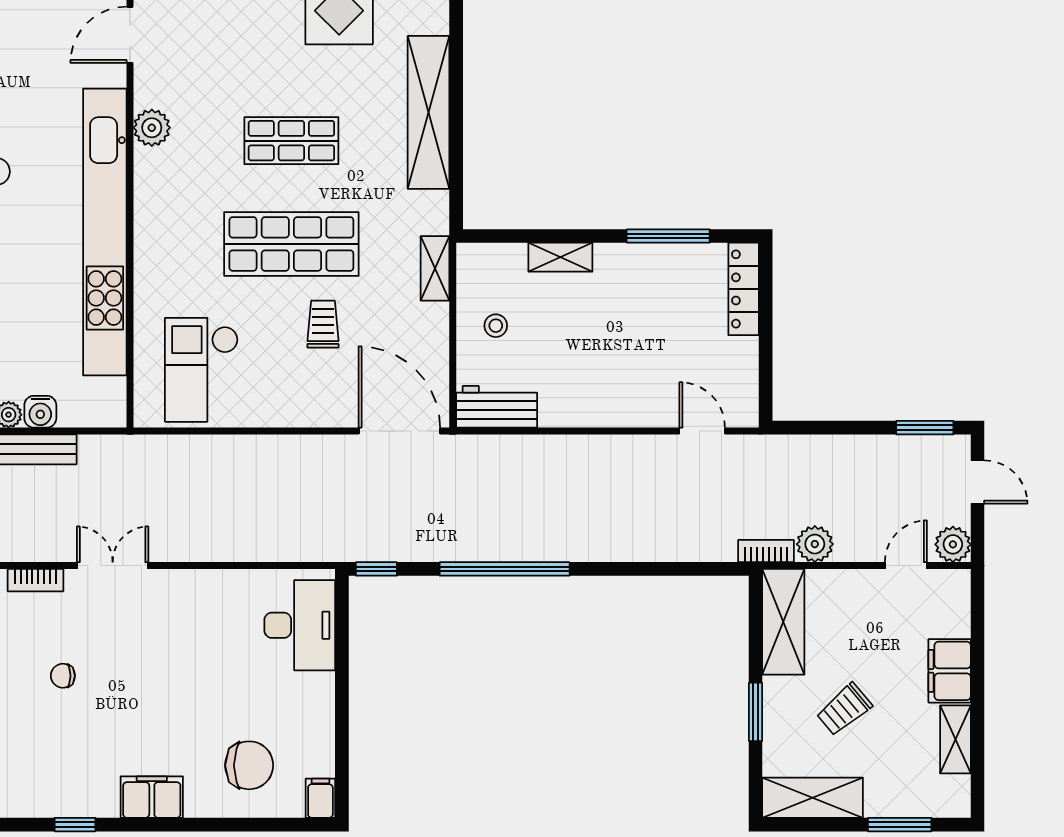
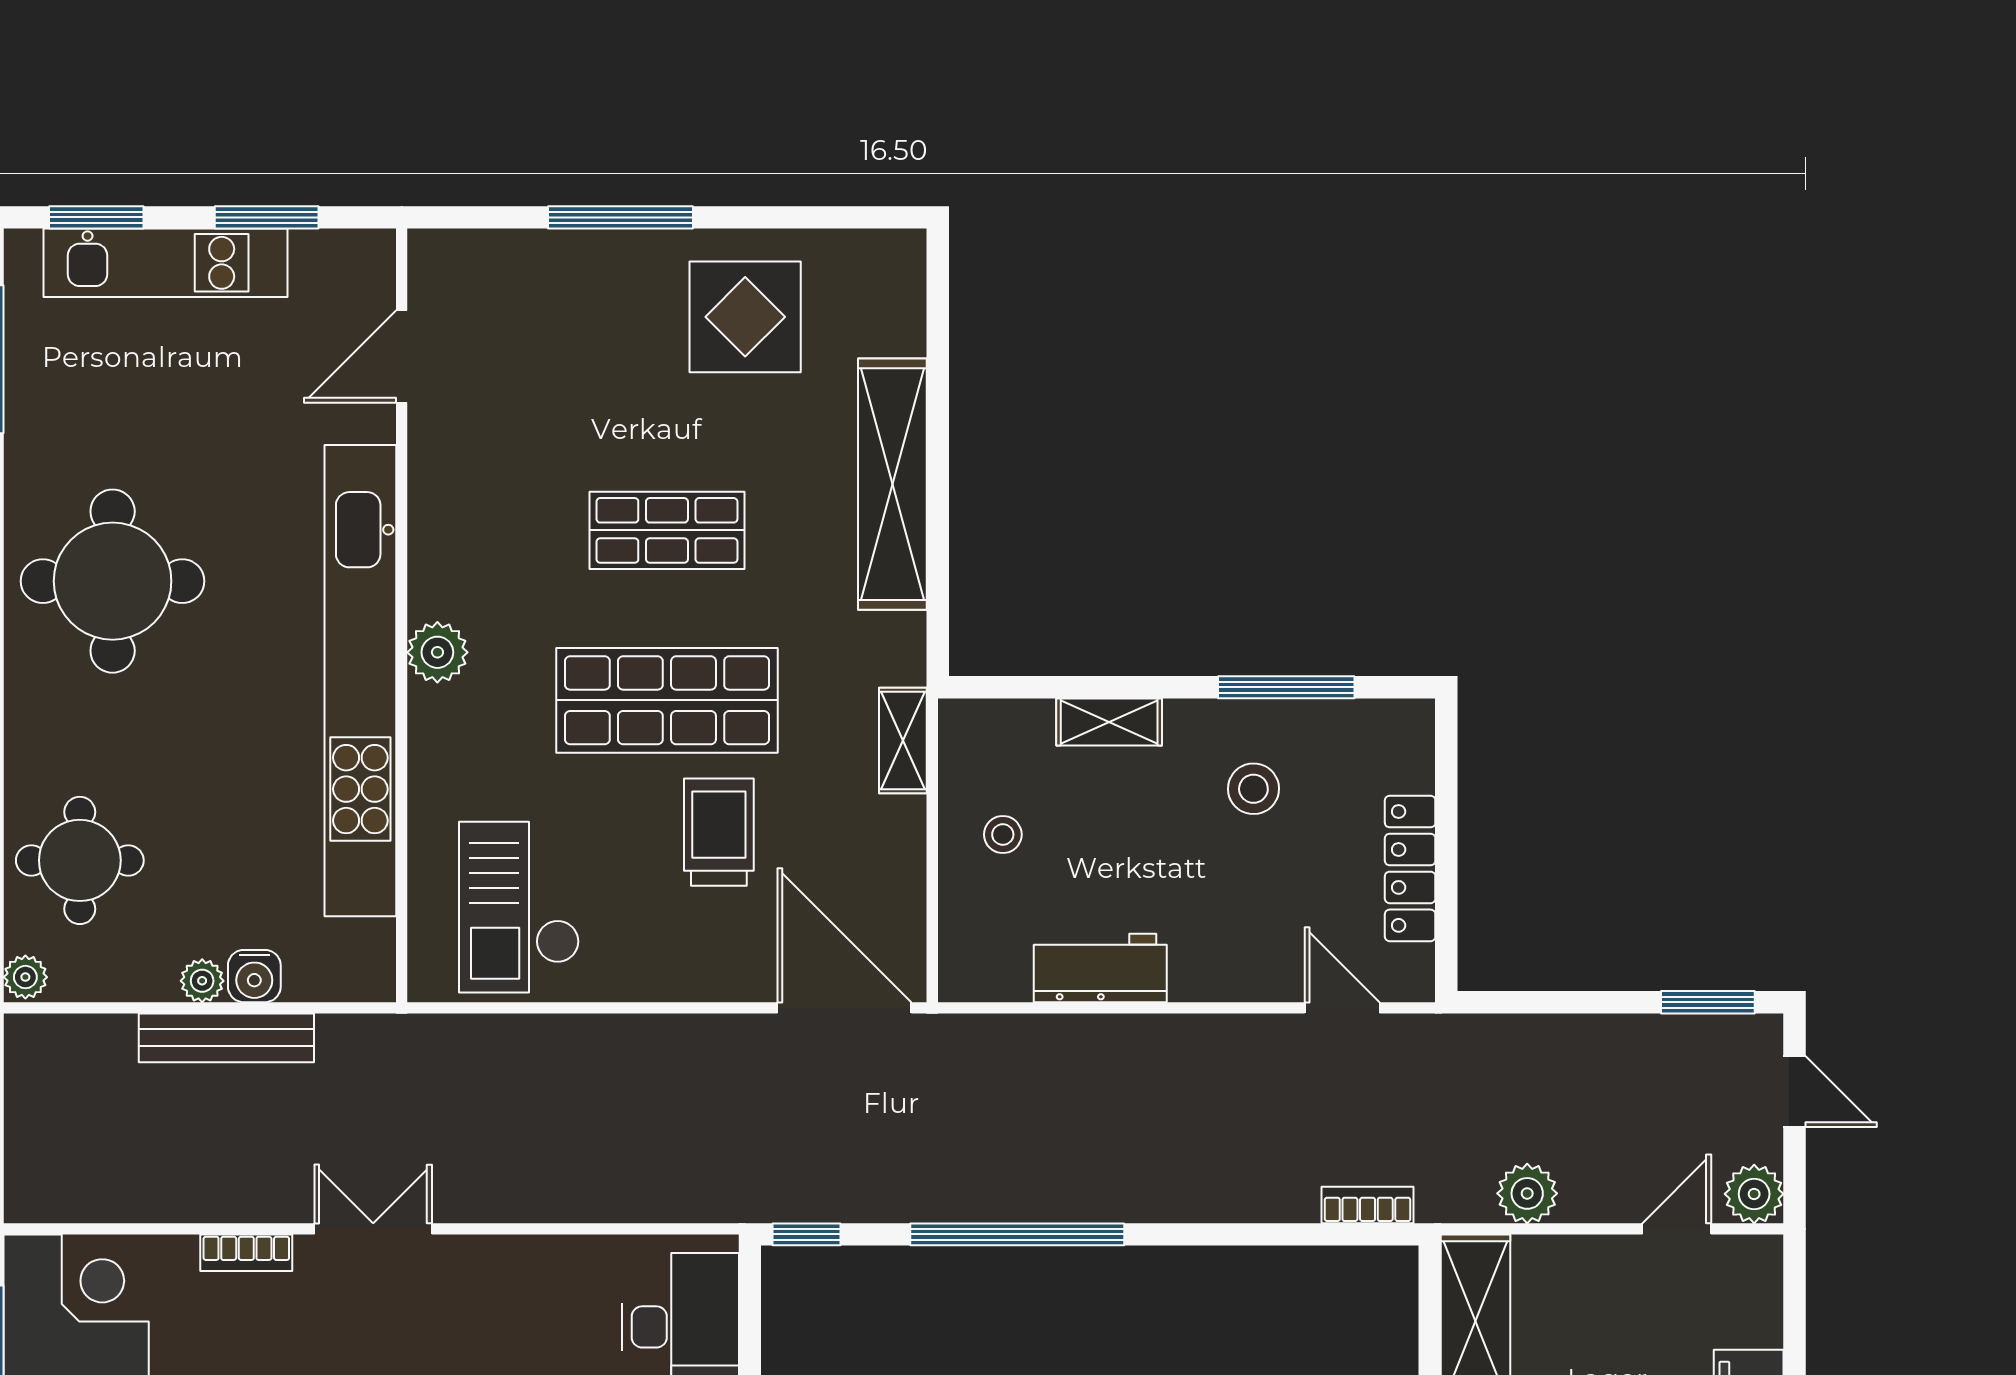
plant: (152, 128) -> (437, 652), moved
locker: (744, 289) -> (1410, 868), moved
stool: (648, 298) -> (1253, 789), added
trolley: (323, 324) -> (719, 832), width x1.36, depth x1.39
workbench: (497, 407) -> (1100, 968), moved
bookcase: (766, 551) -> (1368, 1205), moved

